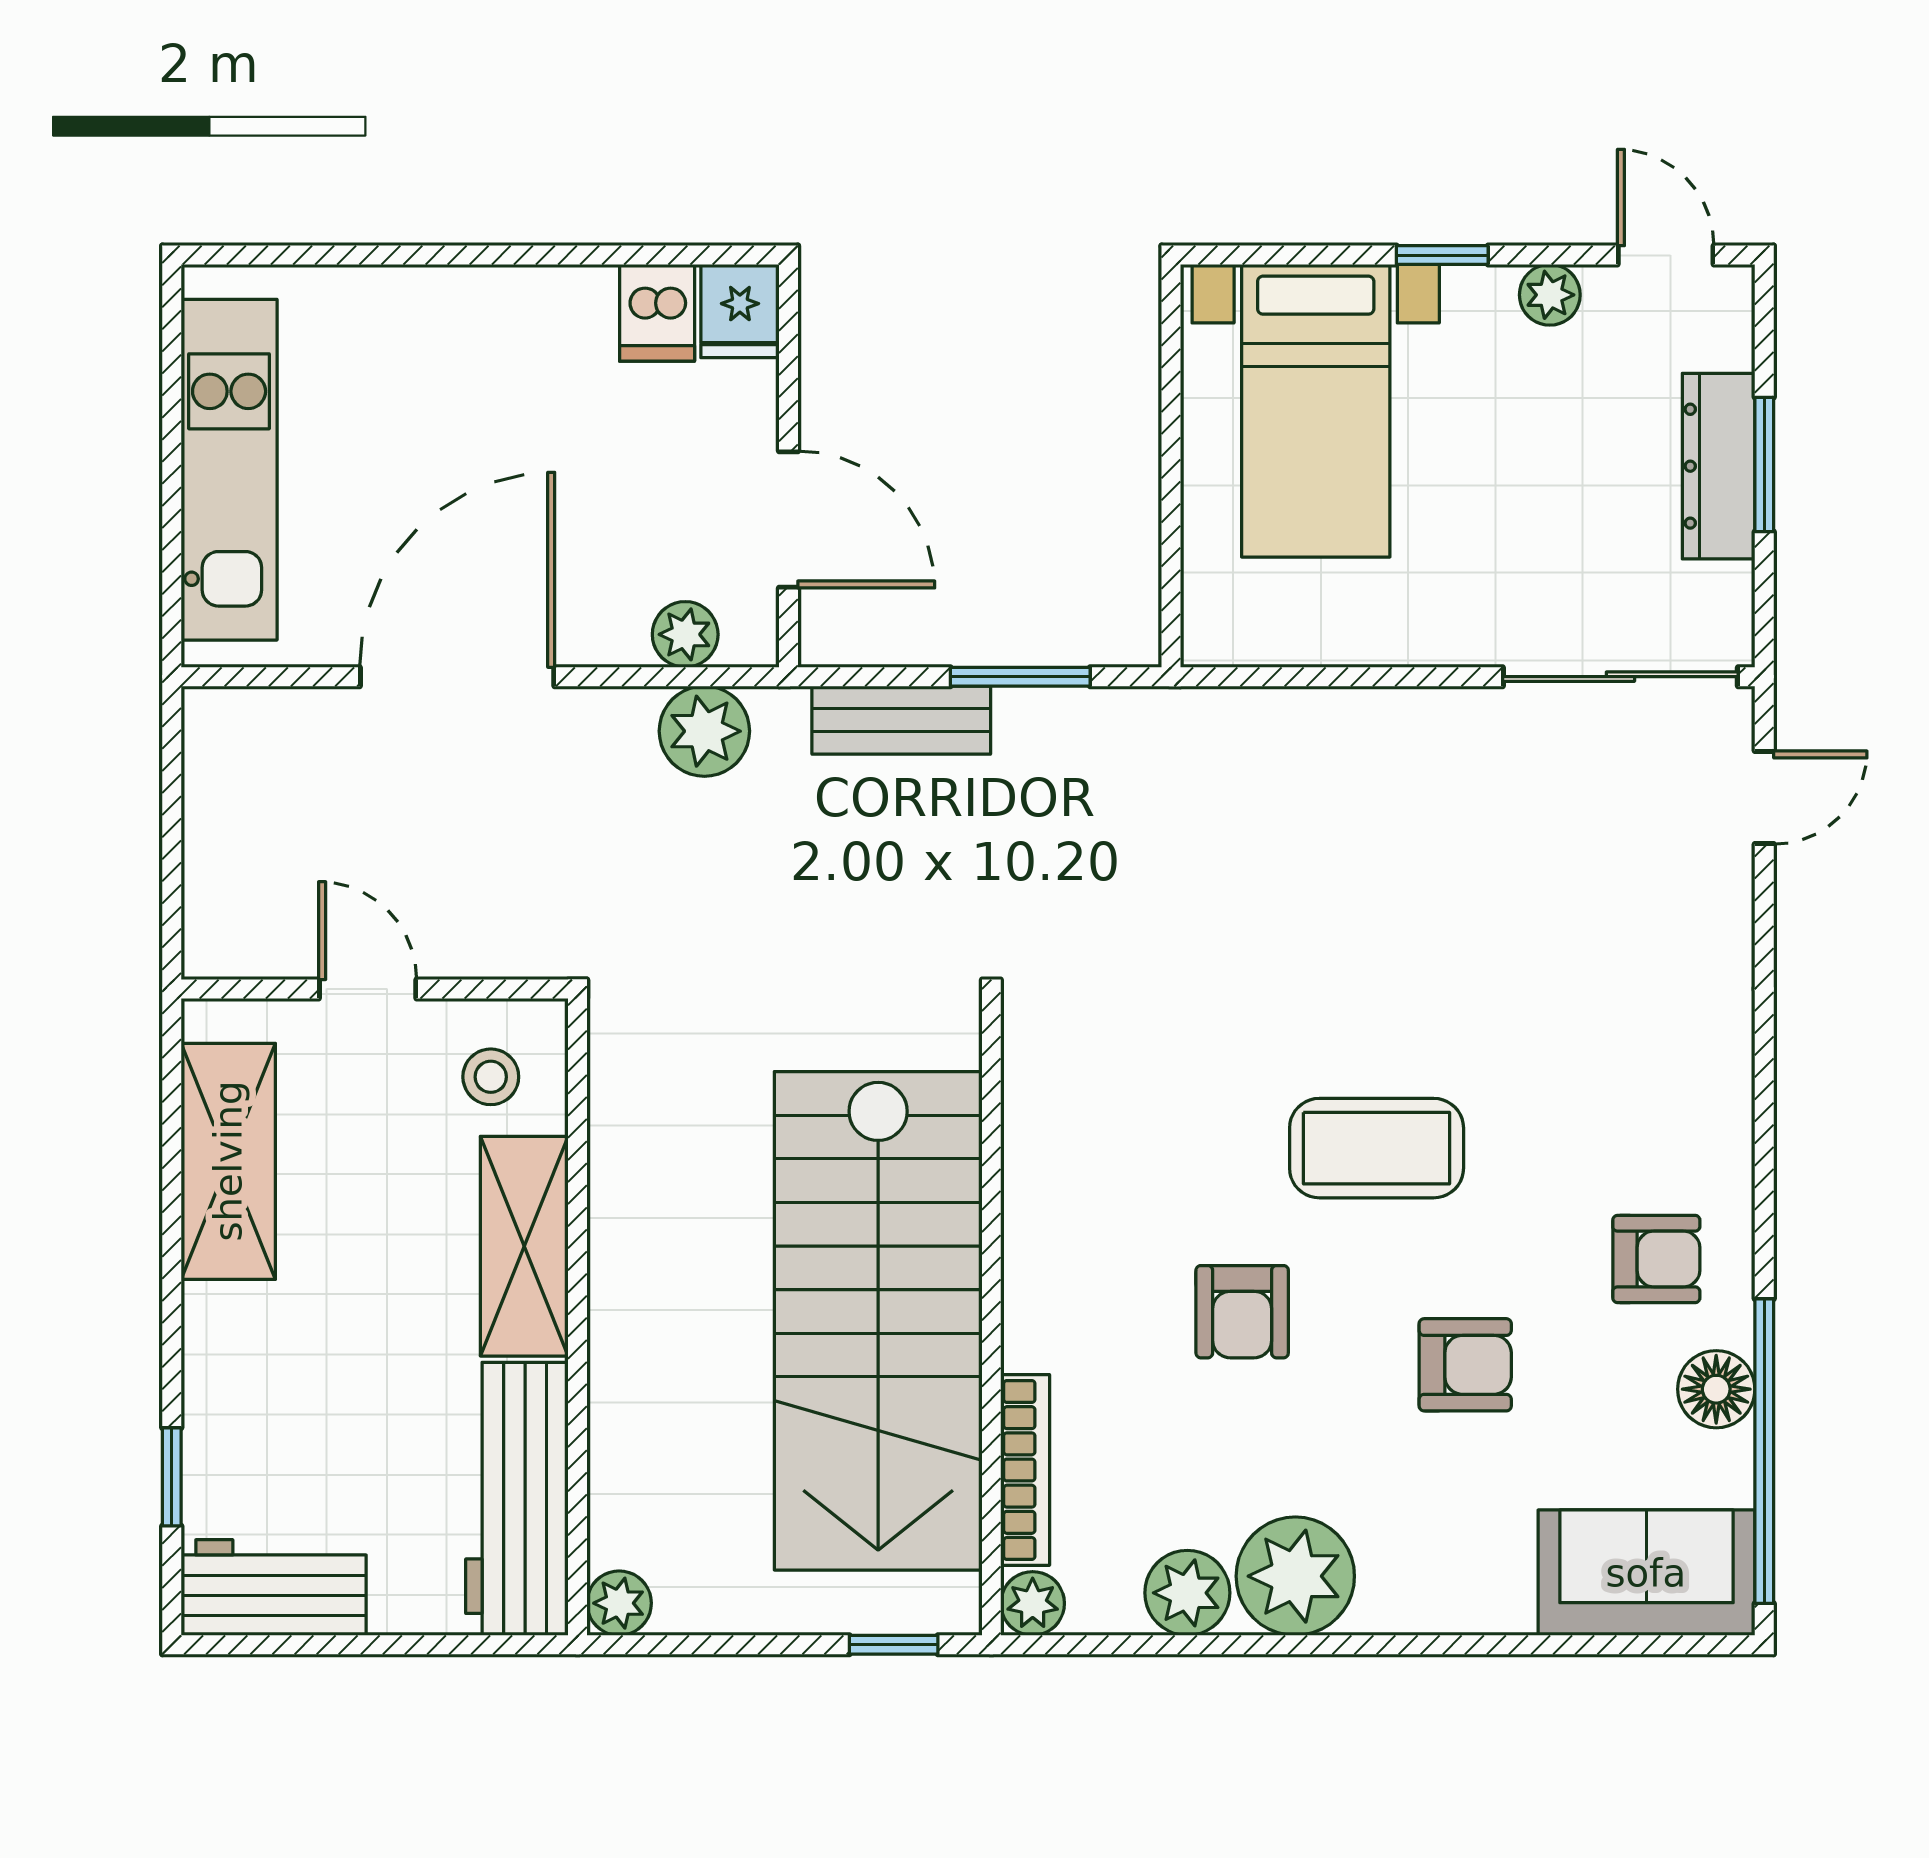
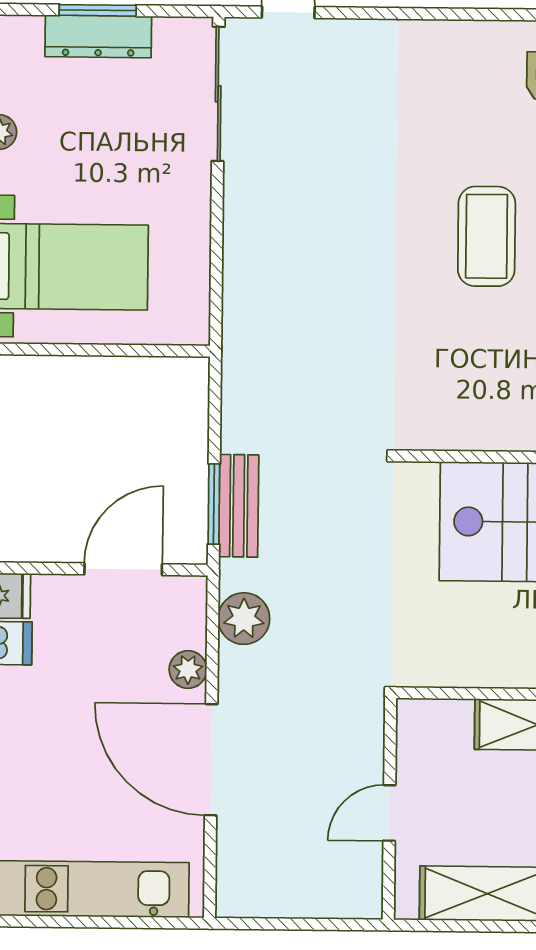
plant: (685, 634) -> (188, 670), moved
window: (1020, 677) -> (214, 504), moved
stool: (491, 1077) -> (440, 743), removed

